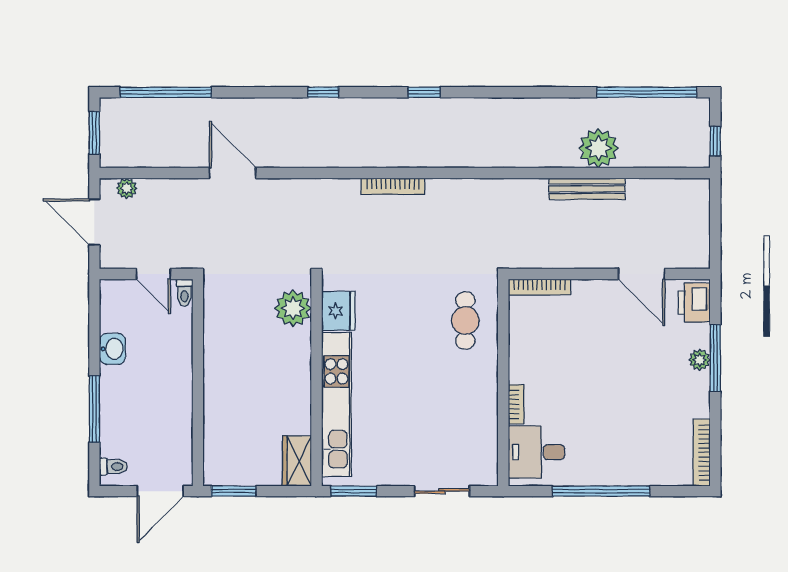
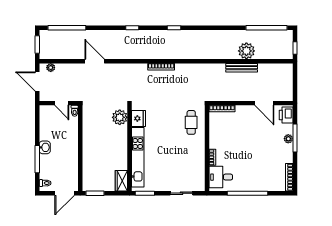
washbasin: (113, 349) -> (45, 147), moved

